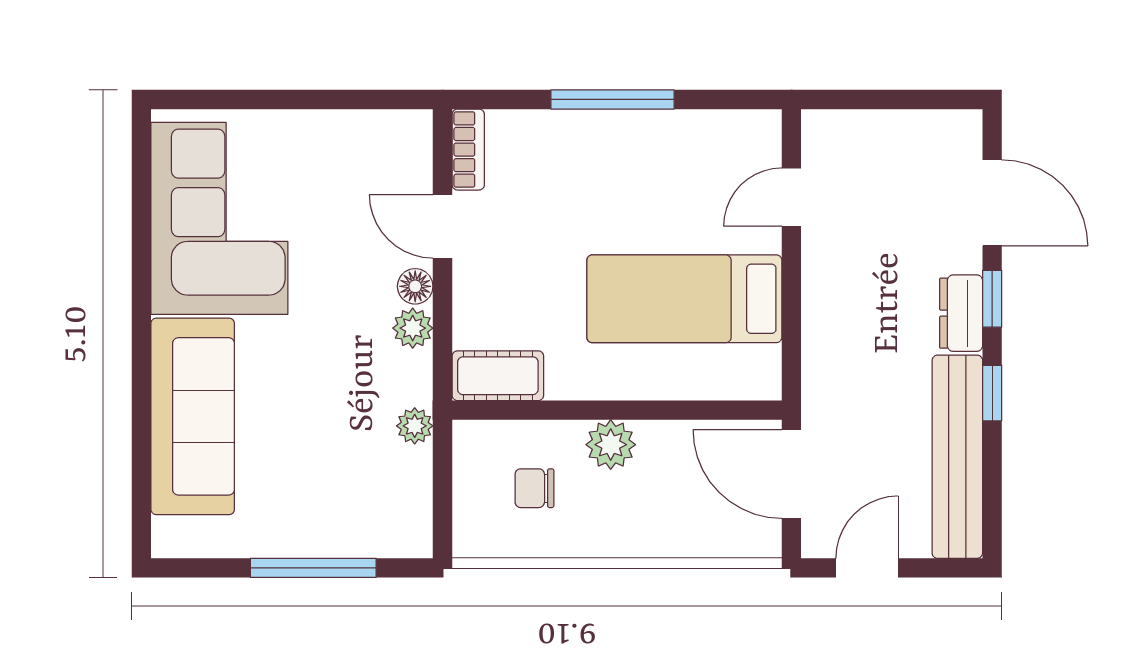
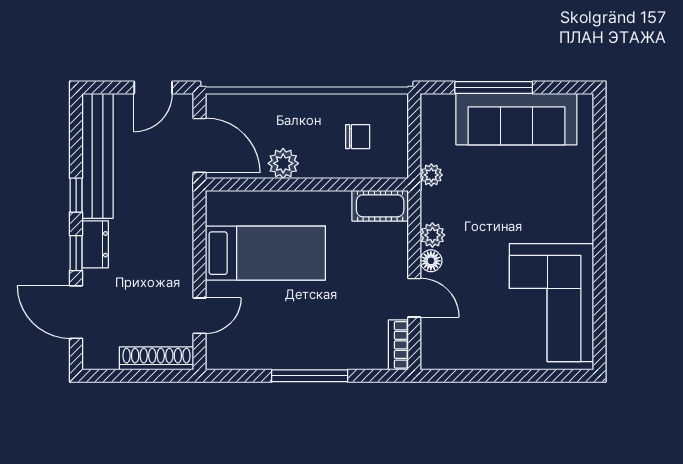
shoe rack: (861, 128) -> (157, 358), added
sofa: (193, 416) -> (516, 119), moved, turned -90
plant: (611, 445) -> (283, 163), moved

